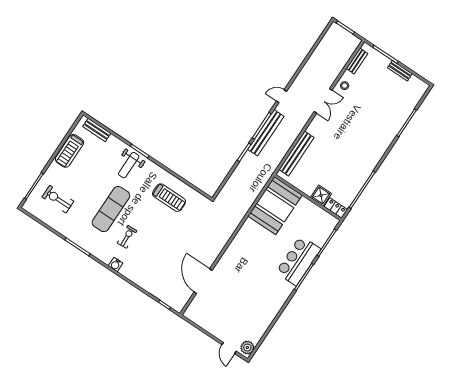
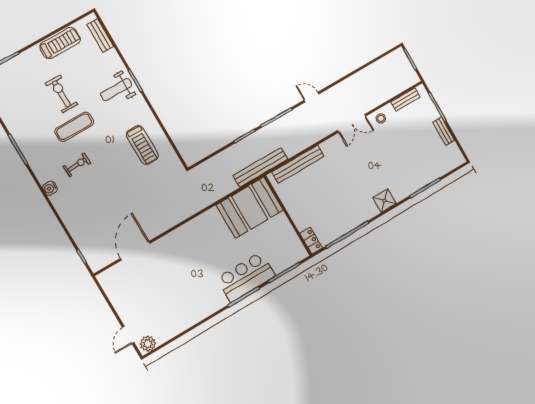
bench: (266, 133) -> (260, 167), moved
treadmill: (70, 151) -> (60, 43), turned 180
shower: (321, 195) -> (384, 201), moved
exercise bike: (58, 199) -> (61, 94), moved
exercise mat: (111, 209) -> (74, 127), width x0.73, depth x0.69

